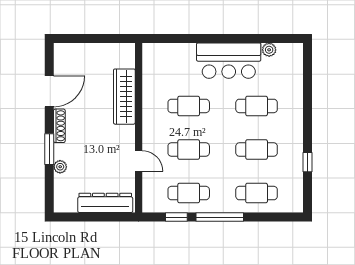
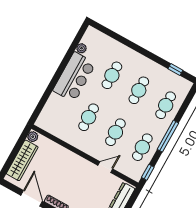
plant: (126, 50) -> (33, 137), added
wardrobe: (124, 97) -> (22, 160), moved, turned -90
window: (308, 162) -> (175, 69), moved
window: (176, 217) -> (148, 172), moved

